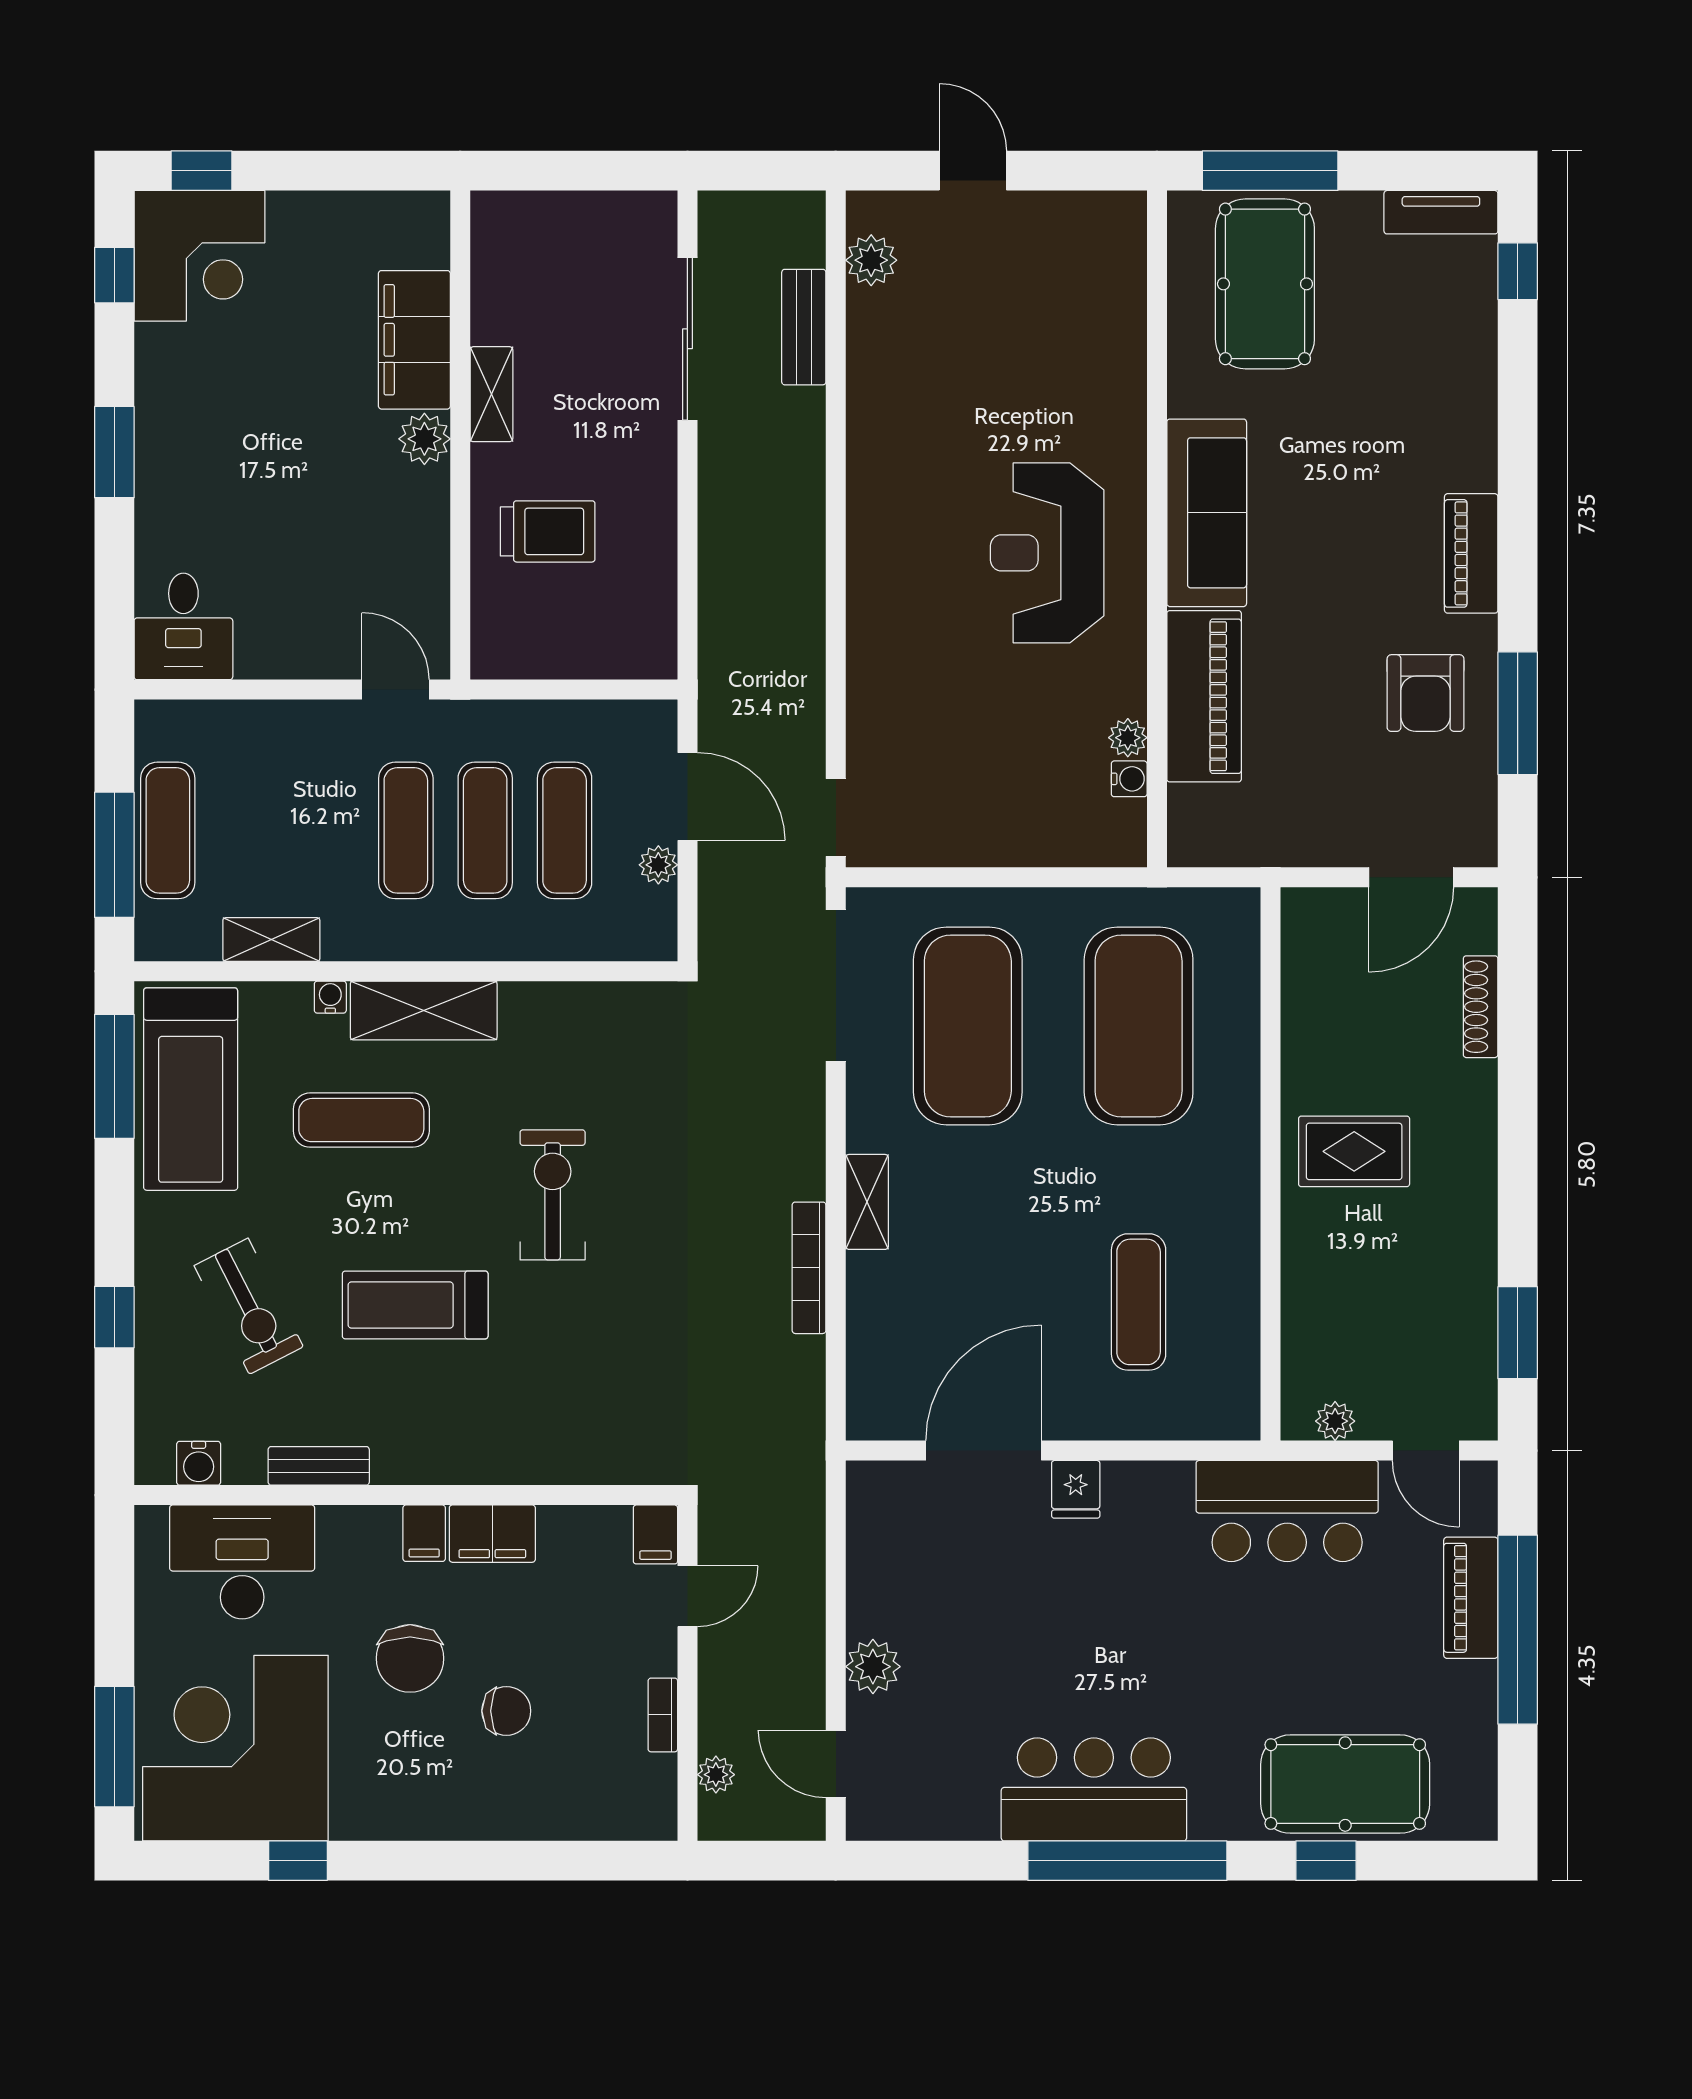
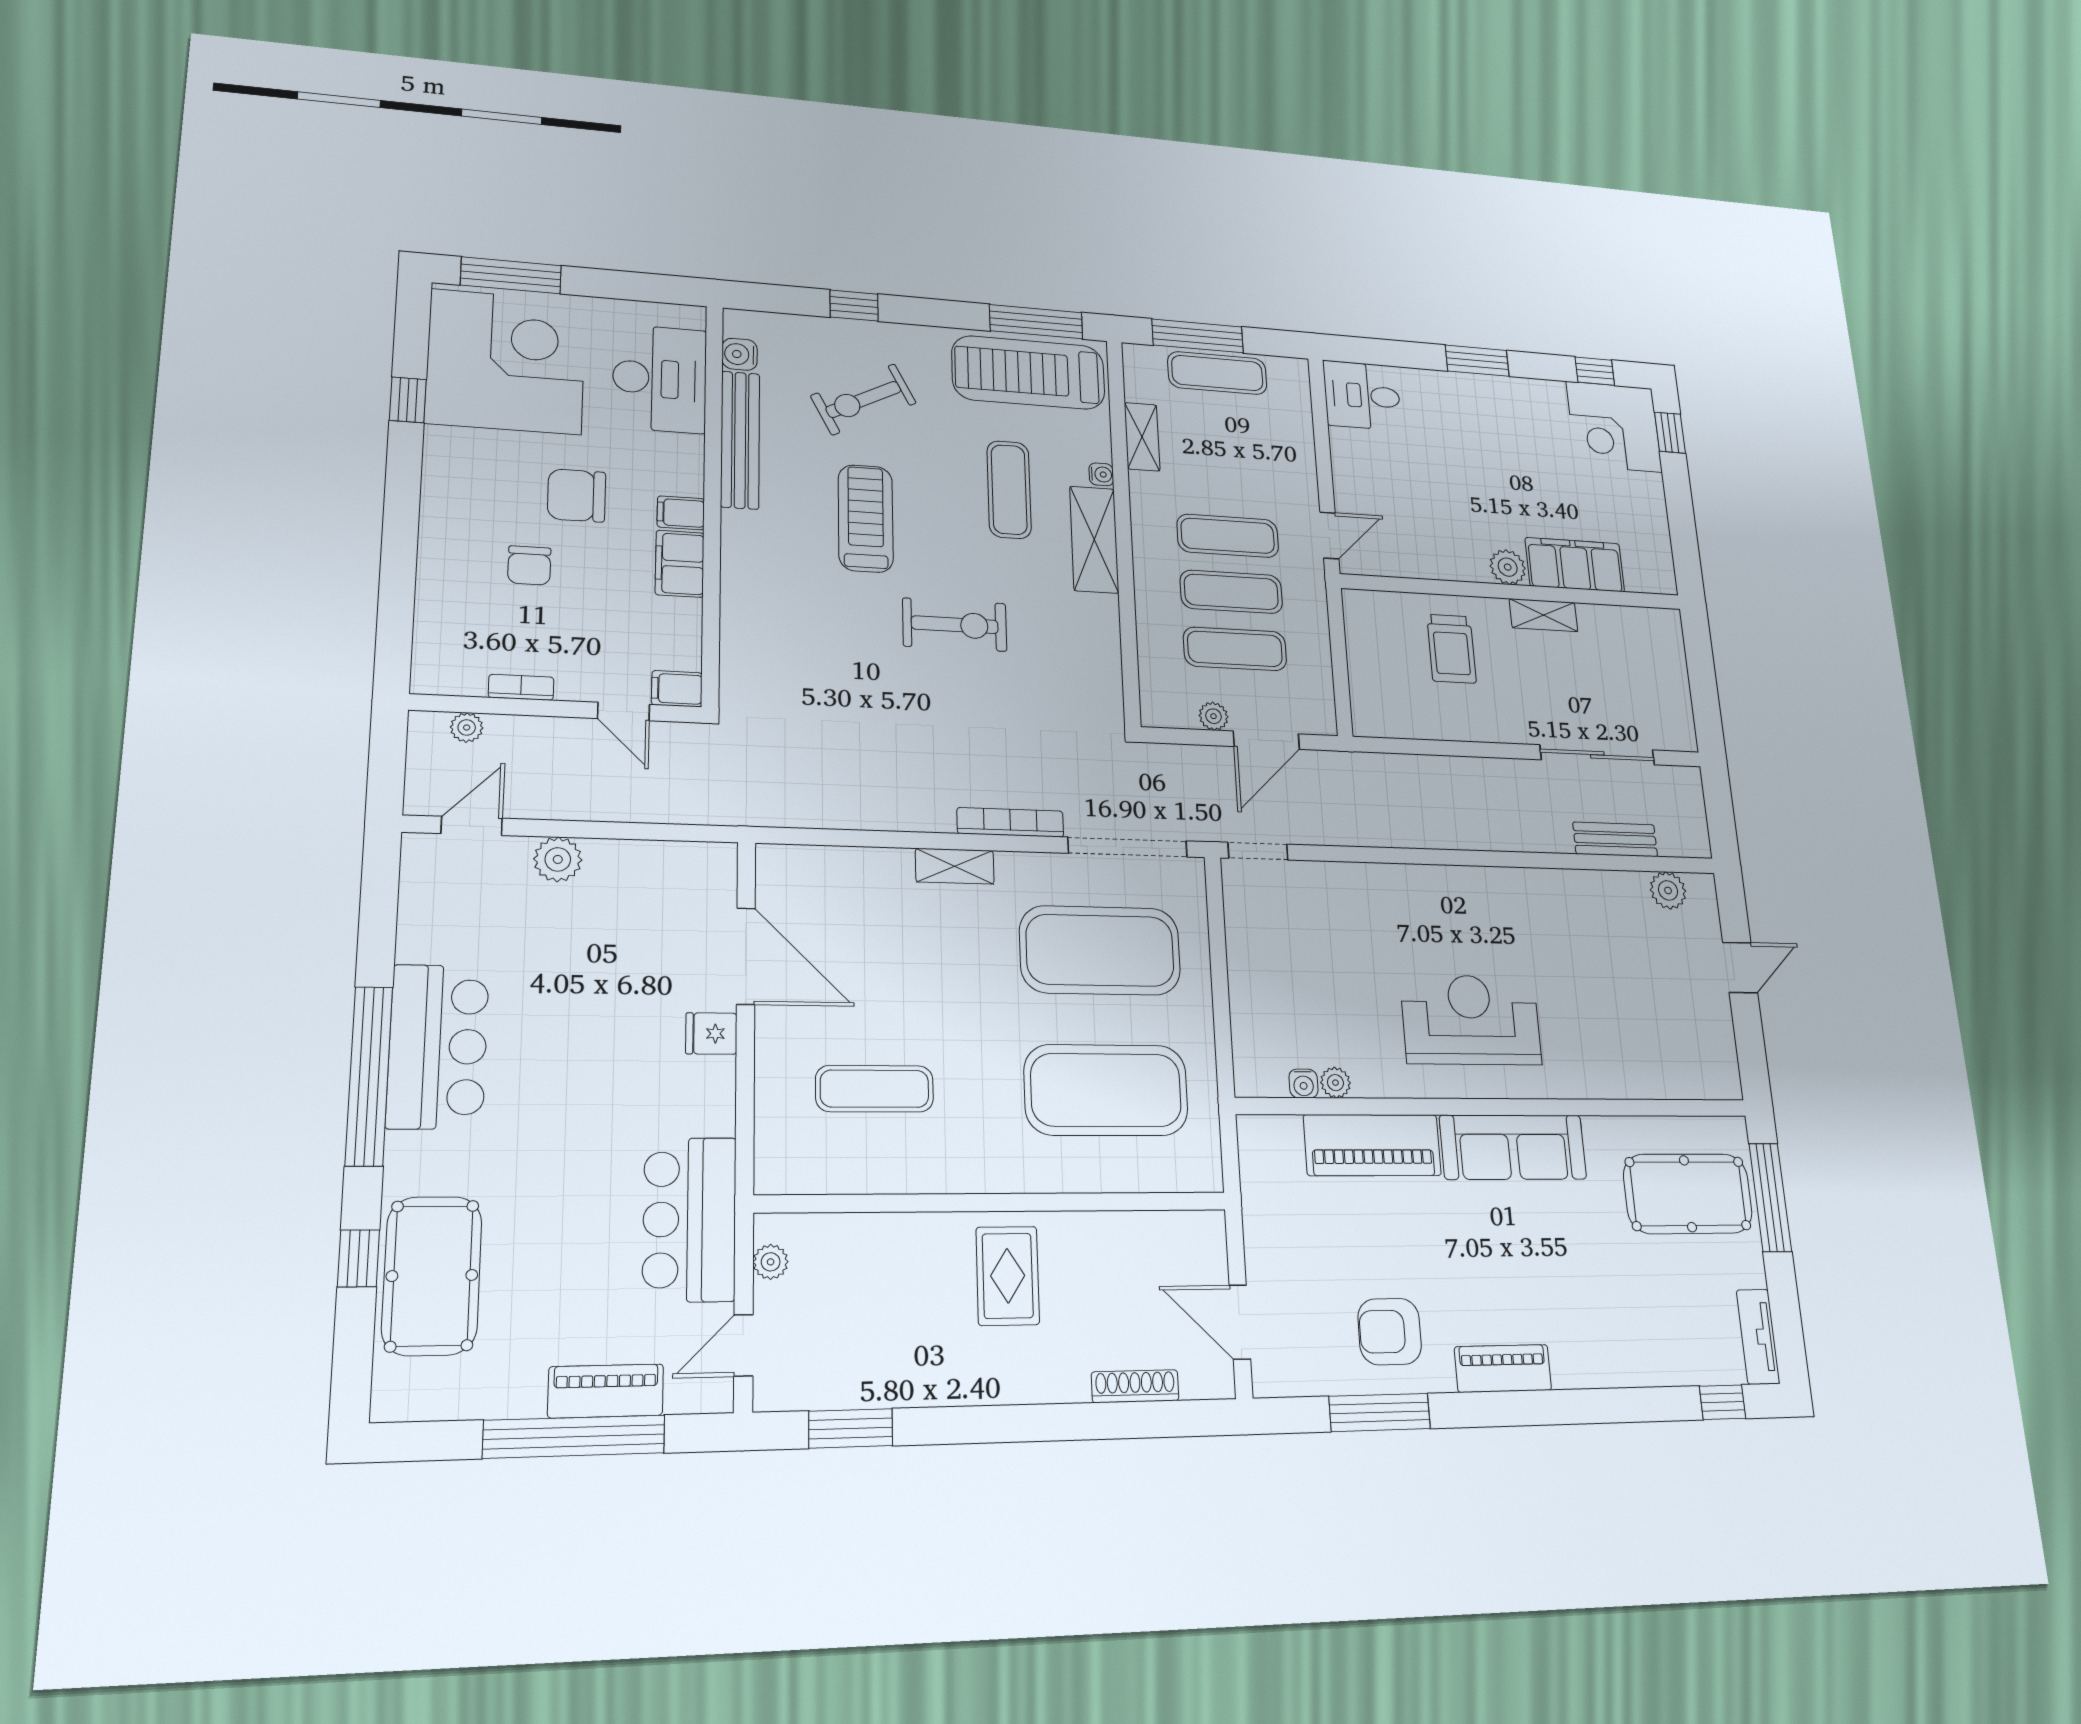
bookcase: (809, 1268) -> (1010, 822), moved
bench: (319, 1466) -> (740, 440), width x1.86, depth x1.21

